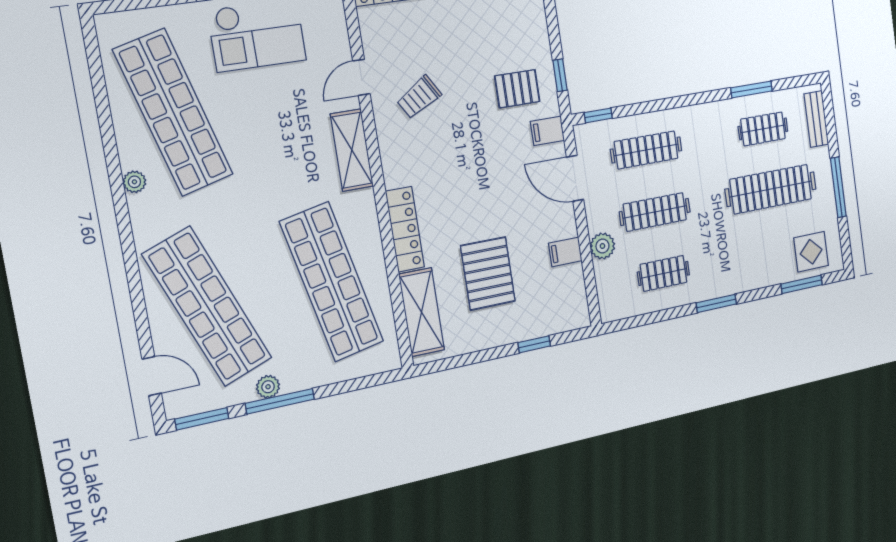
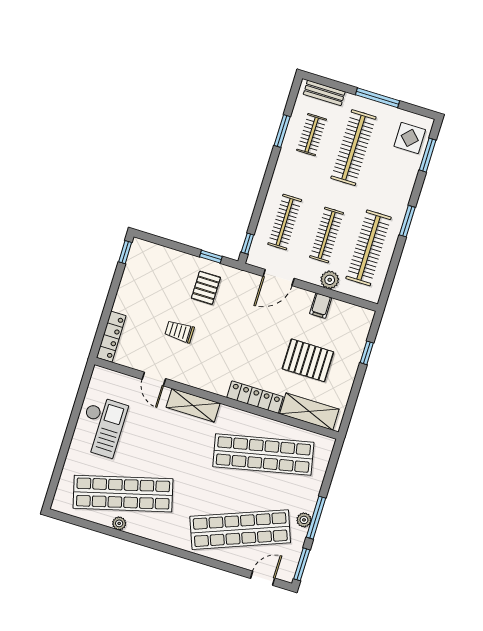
trolley: (419, 97) -> (179, 331), moved, turned 121
filing cabinet: (547, 131) -> (241, 281), removed
plant: (134, 182) -> (119, 523), moved
clothes rail: (663, 273) -> (368, 248), width x1.86, depth x1.31

